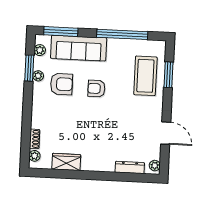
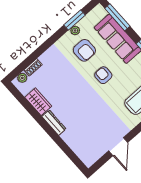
plant: (40, 50) -> (92, 15), removed
plant: (155, 166) -> (91, 160), removed
dresser: (130, 167) -> (54, 123), moved

